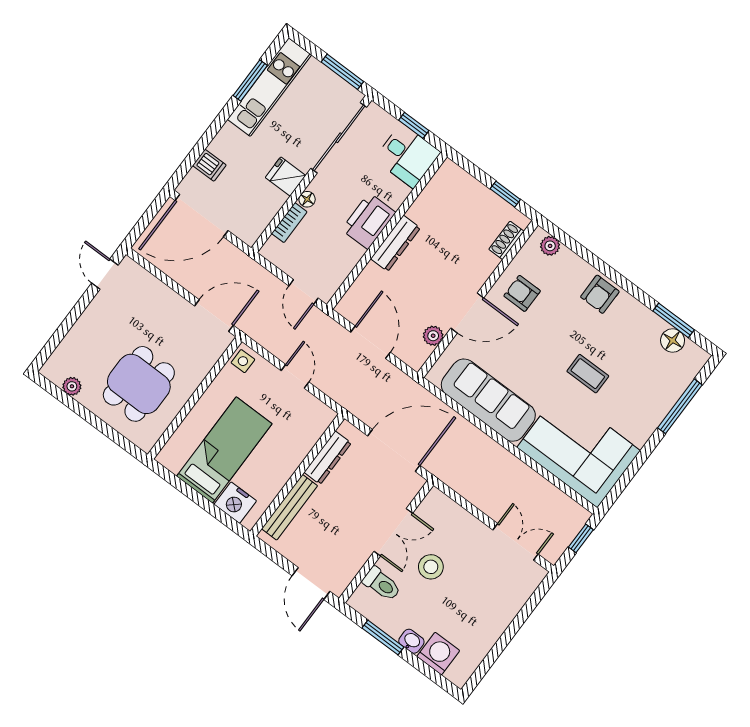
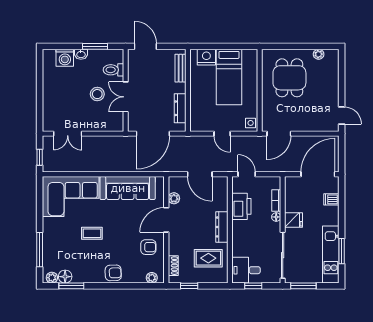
rug: (448, 213) -> (208, 258), added
printer: (369, 221) -> (241, 206), moved
armchair: (600, 294) -> (113, 273), turned 88
plant: (693, 353) -> (52, 278), added
bench: (290, 507) -> (181, 68), width x0.73

